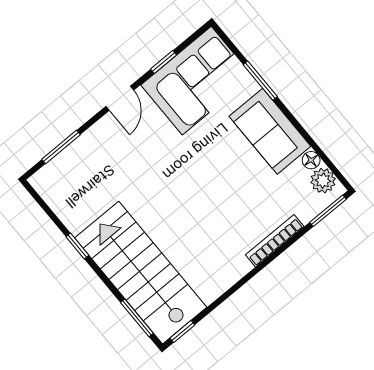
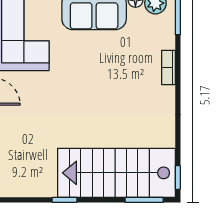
bookcase: (275, 241) -> (168, 67), width x0.64

